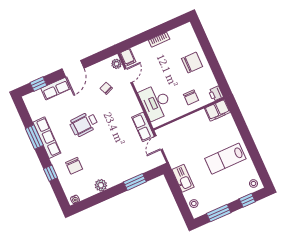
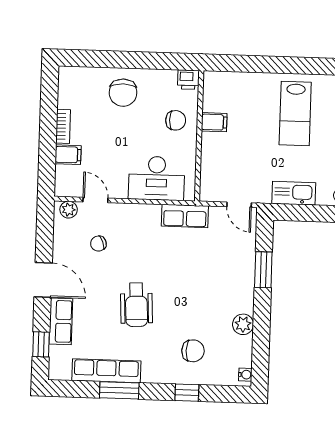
filing cabinet: (128, 57) -> (68, 155), moved
chair: (192, 63) -> (123, 93), turned 180
filing cabinet: (217, 110) -> (214, 122), moved, width x0.50
row of seats: (47, 138) -> (106, 371), moved
door: (159, 143) -> (239, 205), moved

